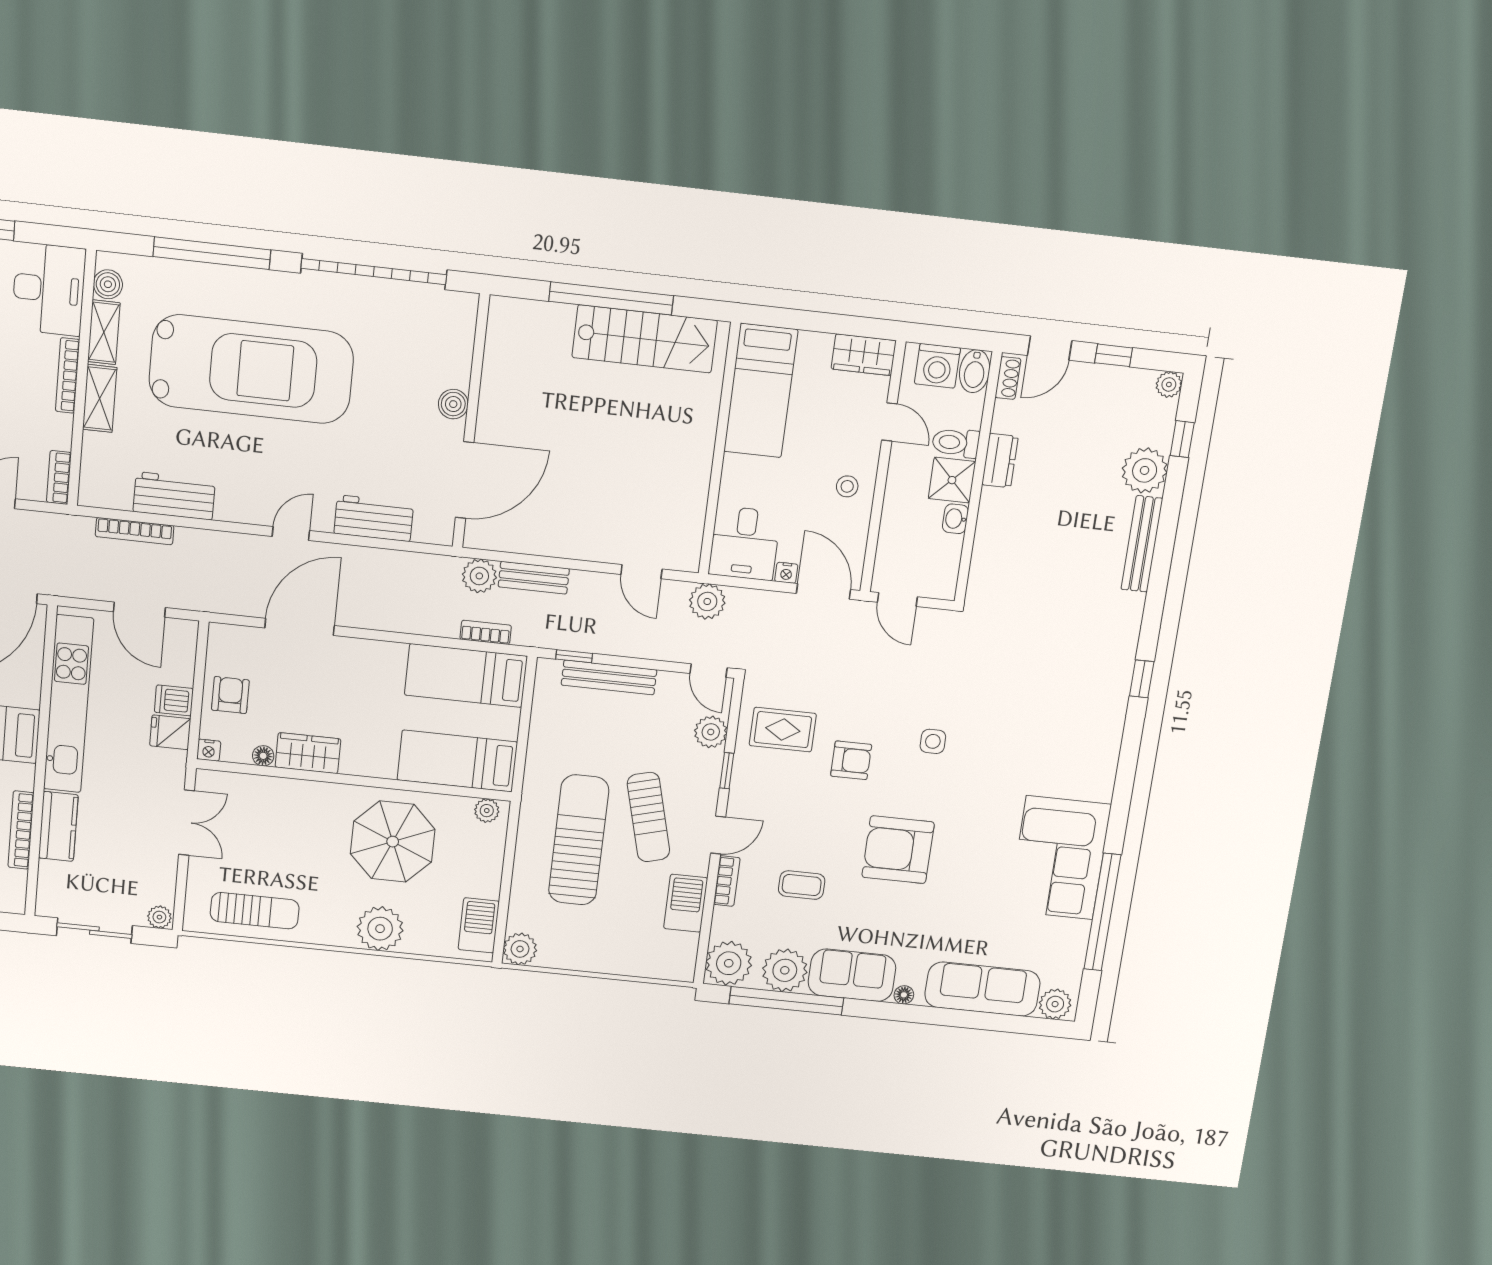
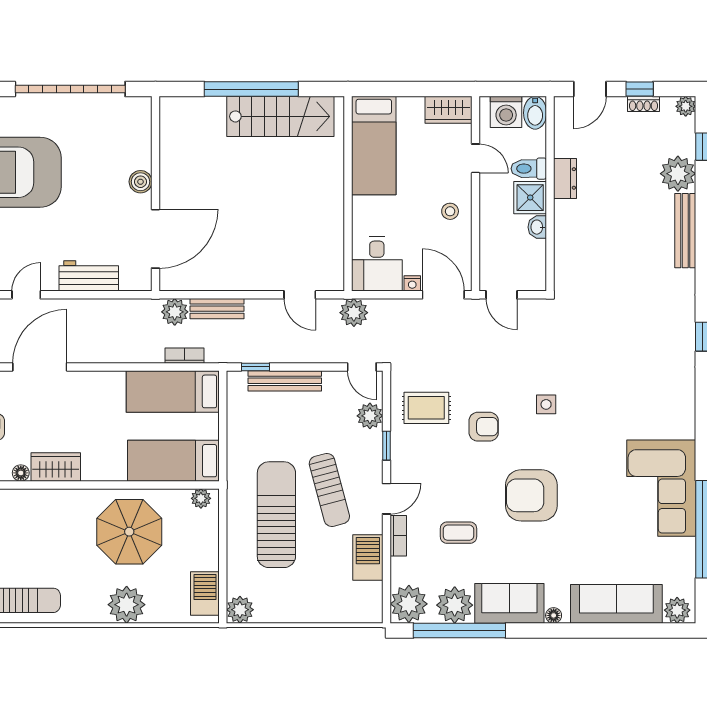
shoe rack: (1008, 378) -> (643, 104), moved, turned 90

